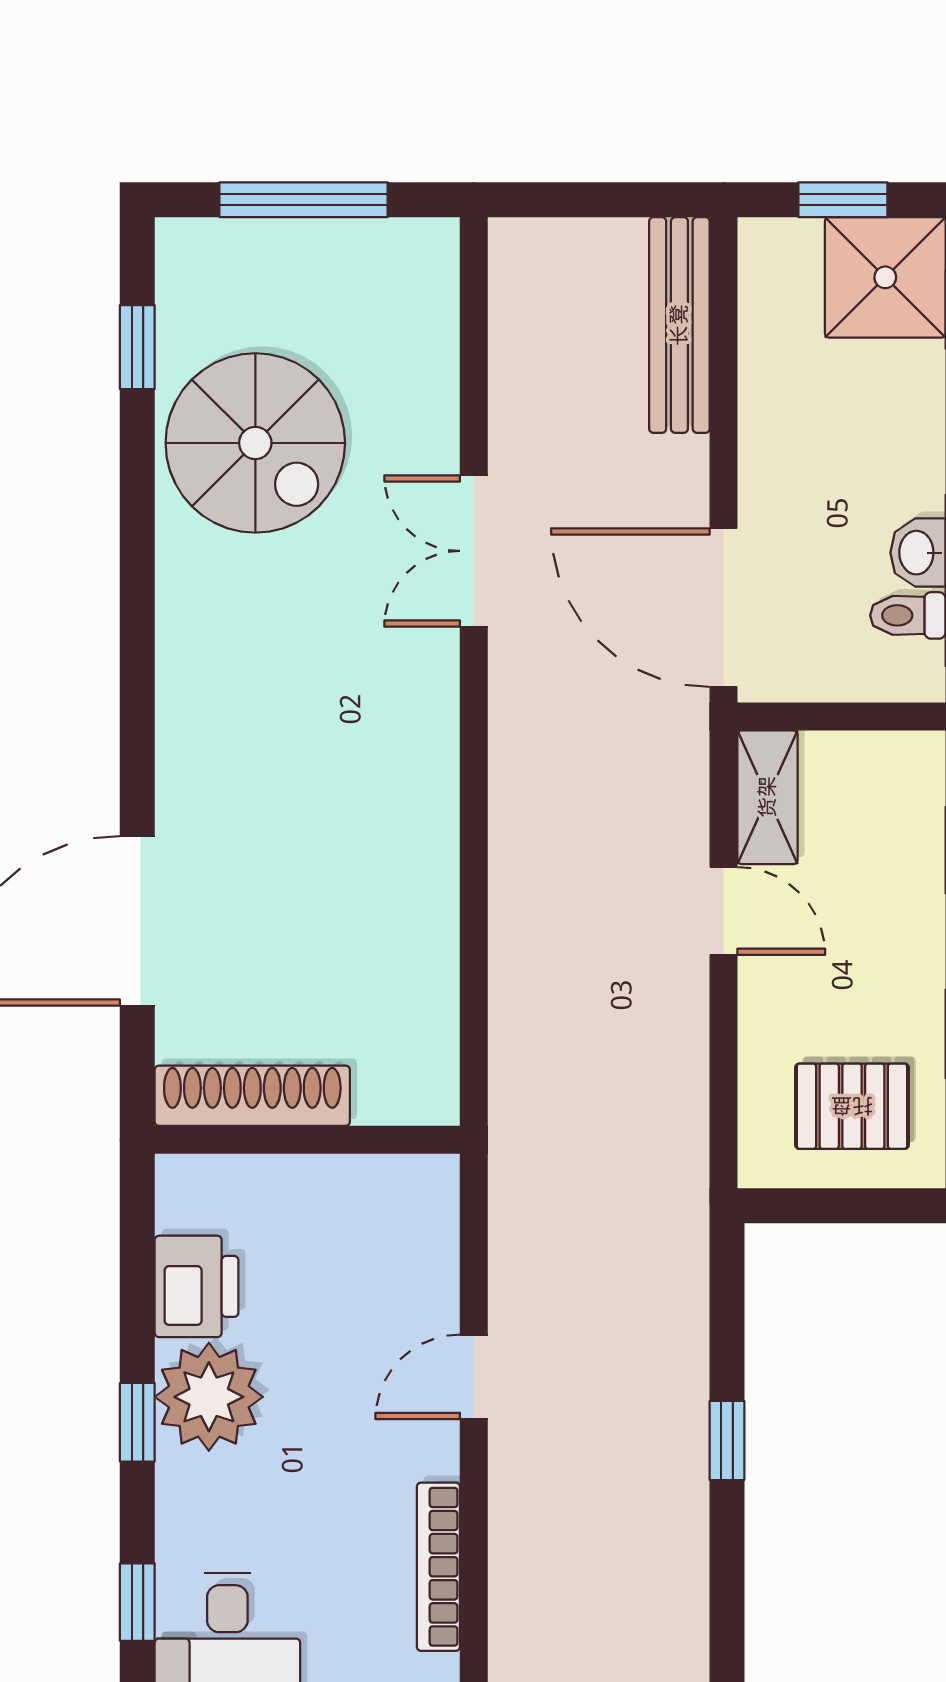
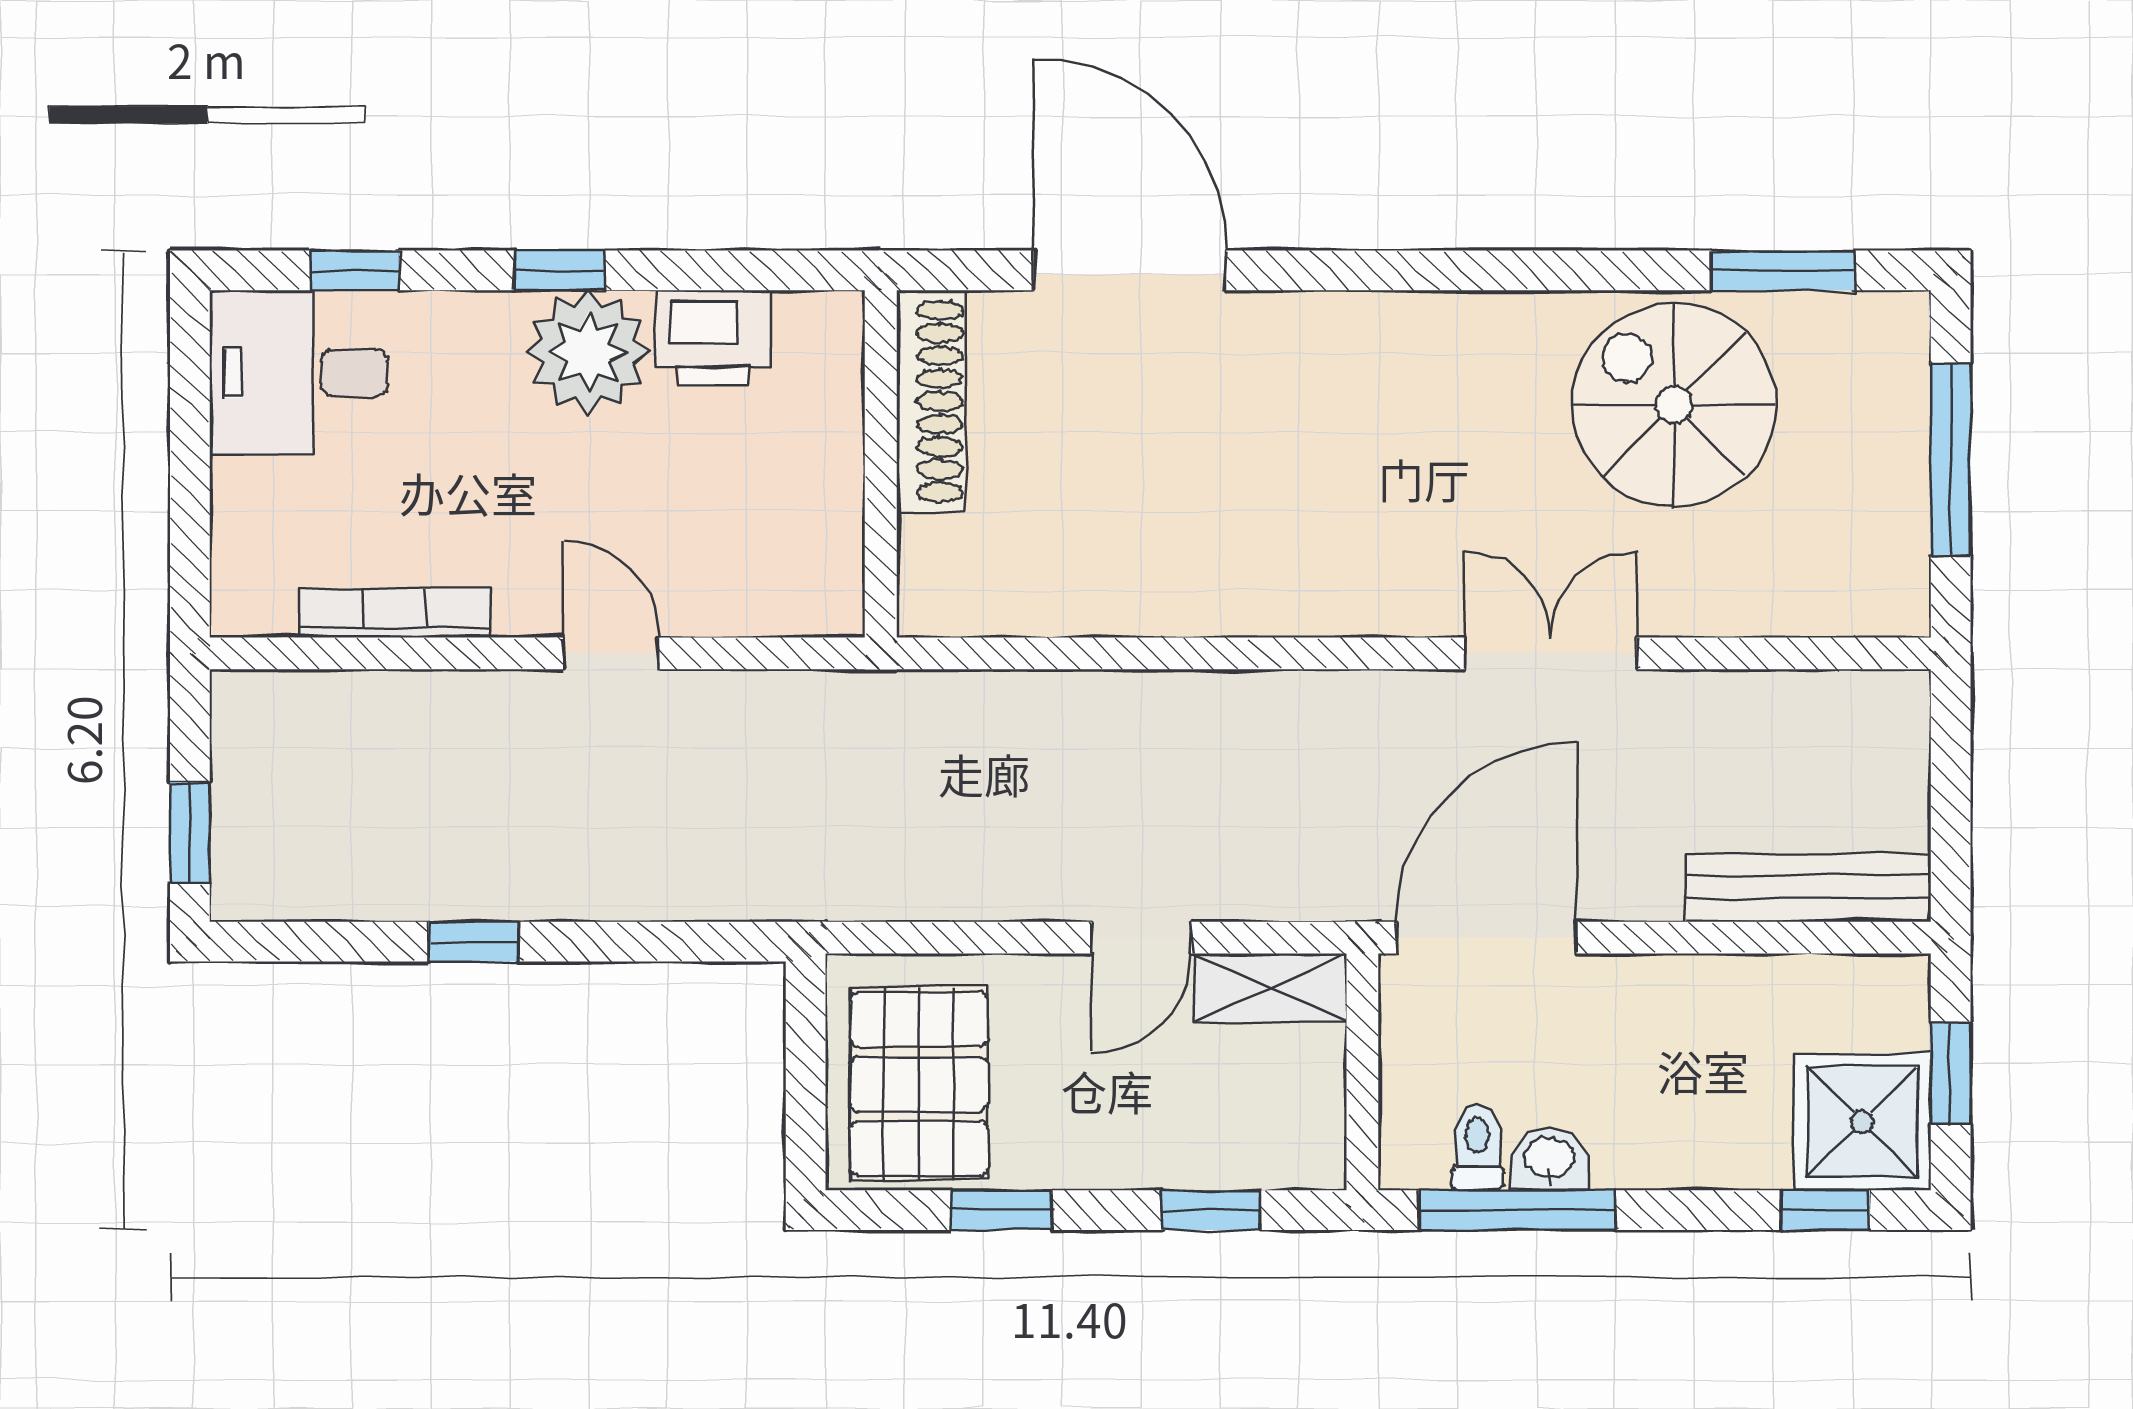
window: (137, 347) -> (1783, 270), width x1.50
spiral stairs: (255, 443) -> (1674, 405), turned 90
pallet: (852, 1106) -> (919, 1084), width x1.50, depth x1.42
window: (727, 1441) -> (473, 942), moved

